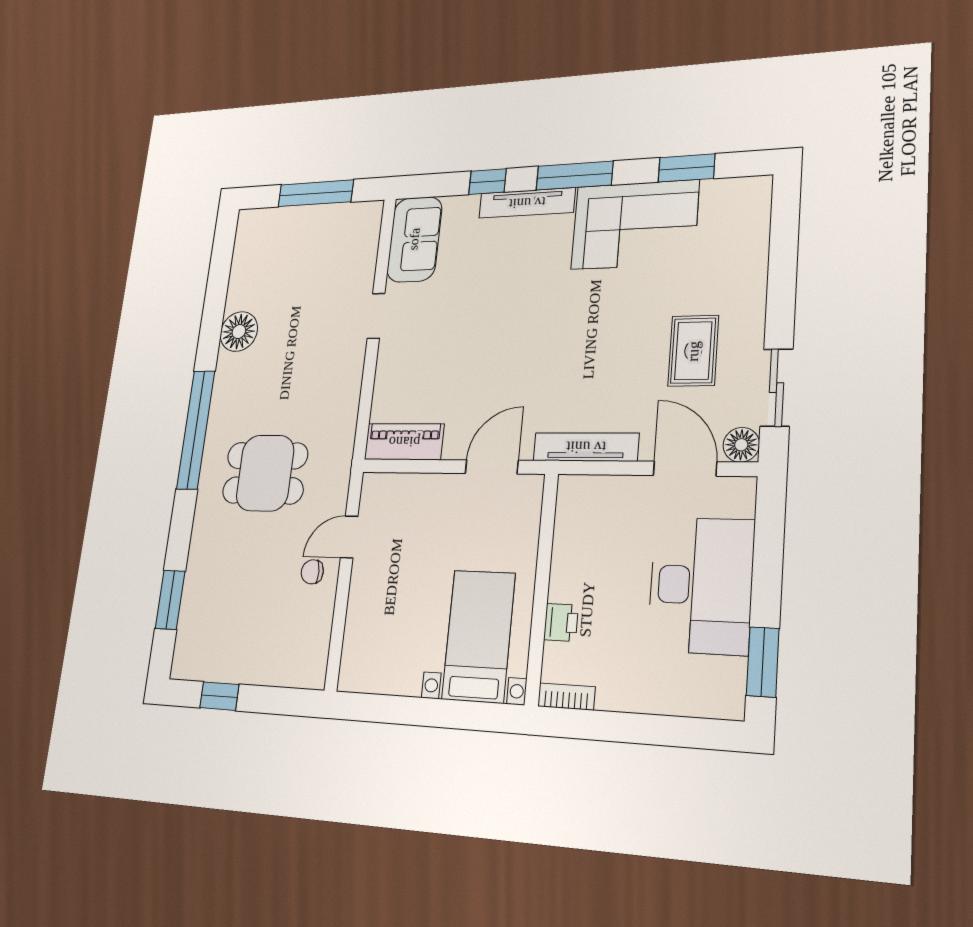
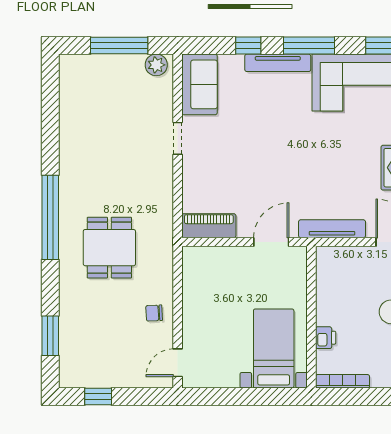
plant: (360, 216) -> (156, 65), added
floor lamp: (239, 332) -> (73, 147), removed
dining table: (265, 473) -> (109, 248), turned 90
door: (349, 537) -> (178, 363), moved
bookcase: (566, 697) -> (342, 381), width x1.56

